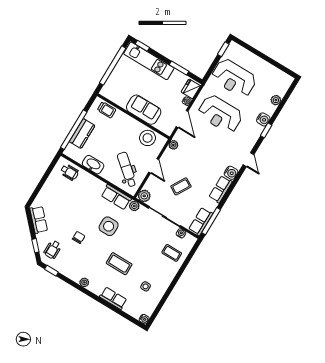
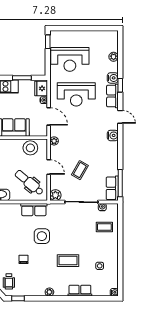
row of seats: (220, 189) -> (112, 96), moved
plant: (134, 206) -> (52, 208), removed

